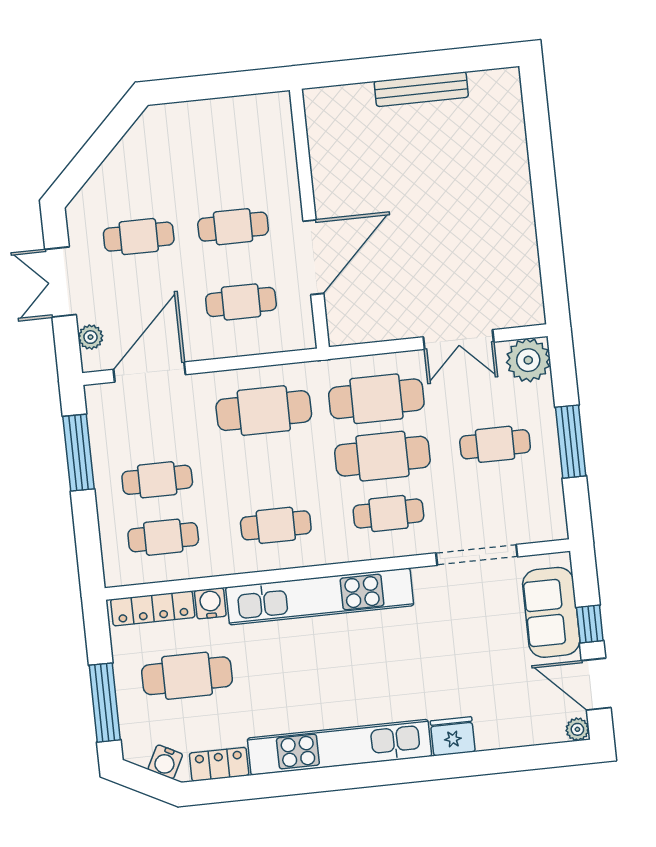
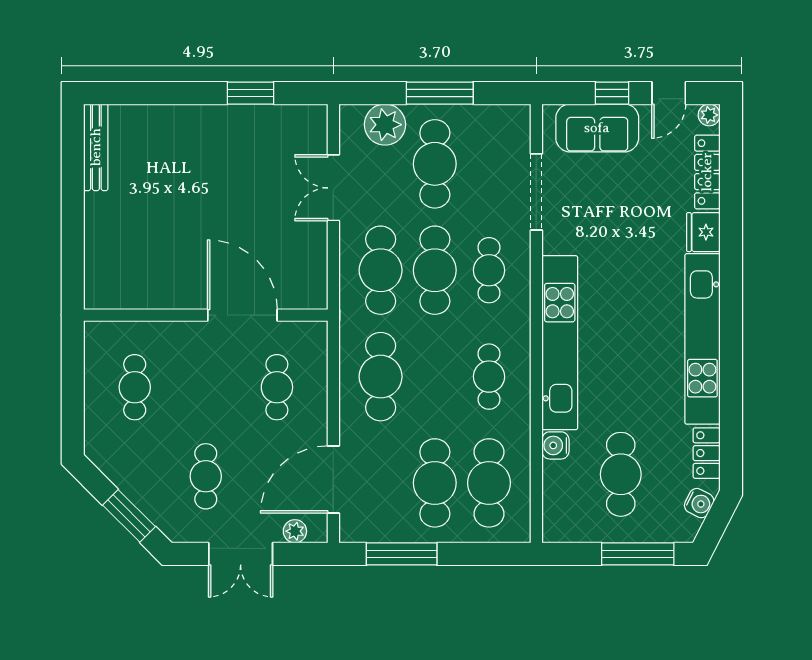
bench: (421, 89) -> (96, 147), moved
window: (88, 160) -> (129, 516), added
cafe table: (233, 227) -> (135, 387), moved
window: (550, 241) -> (251, 93), added
double door: (458, 340) -> (333, 188), swing flipped
plant: (528, 360) -> (385, 125), moved
door: (150, 372) -> (333, 480), hinge flipped
cafe table: (495, 444) -> (435, 164), width x1.37, depth x1.35
cafe table: (157, 480) -> (435, 483), width x1.37, depth x1.35
cafe table: (163, 537) -> (489, 483), width x1.37, depth x1.35
locker: (153, 608) -> (707, 172), moved, turned 180
door: (596, 684) -> (669, 93), width x0.73

